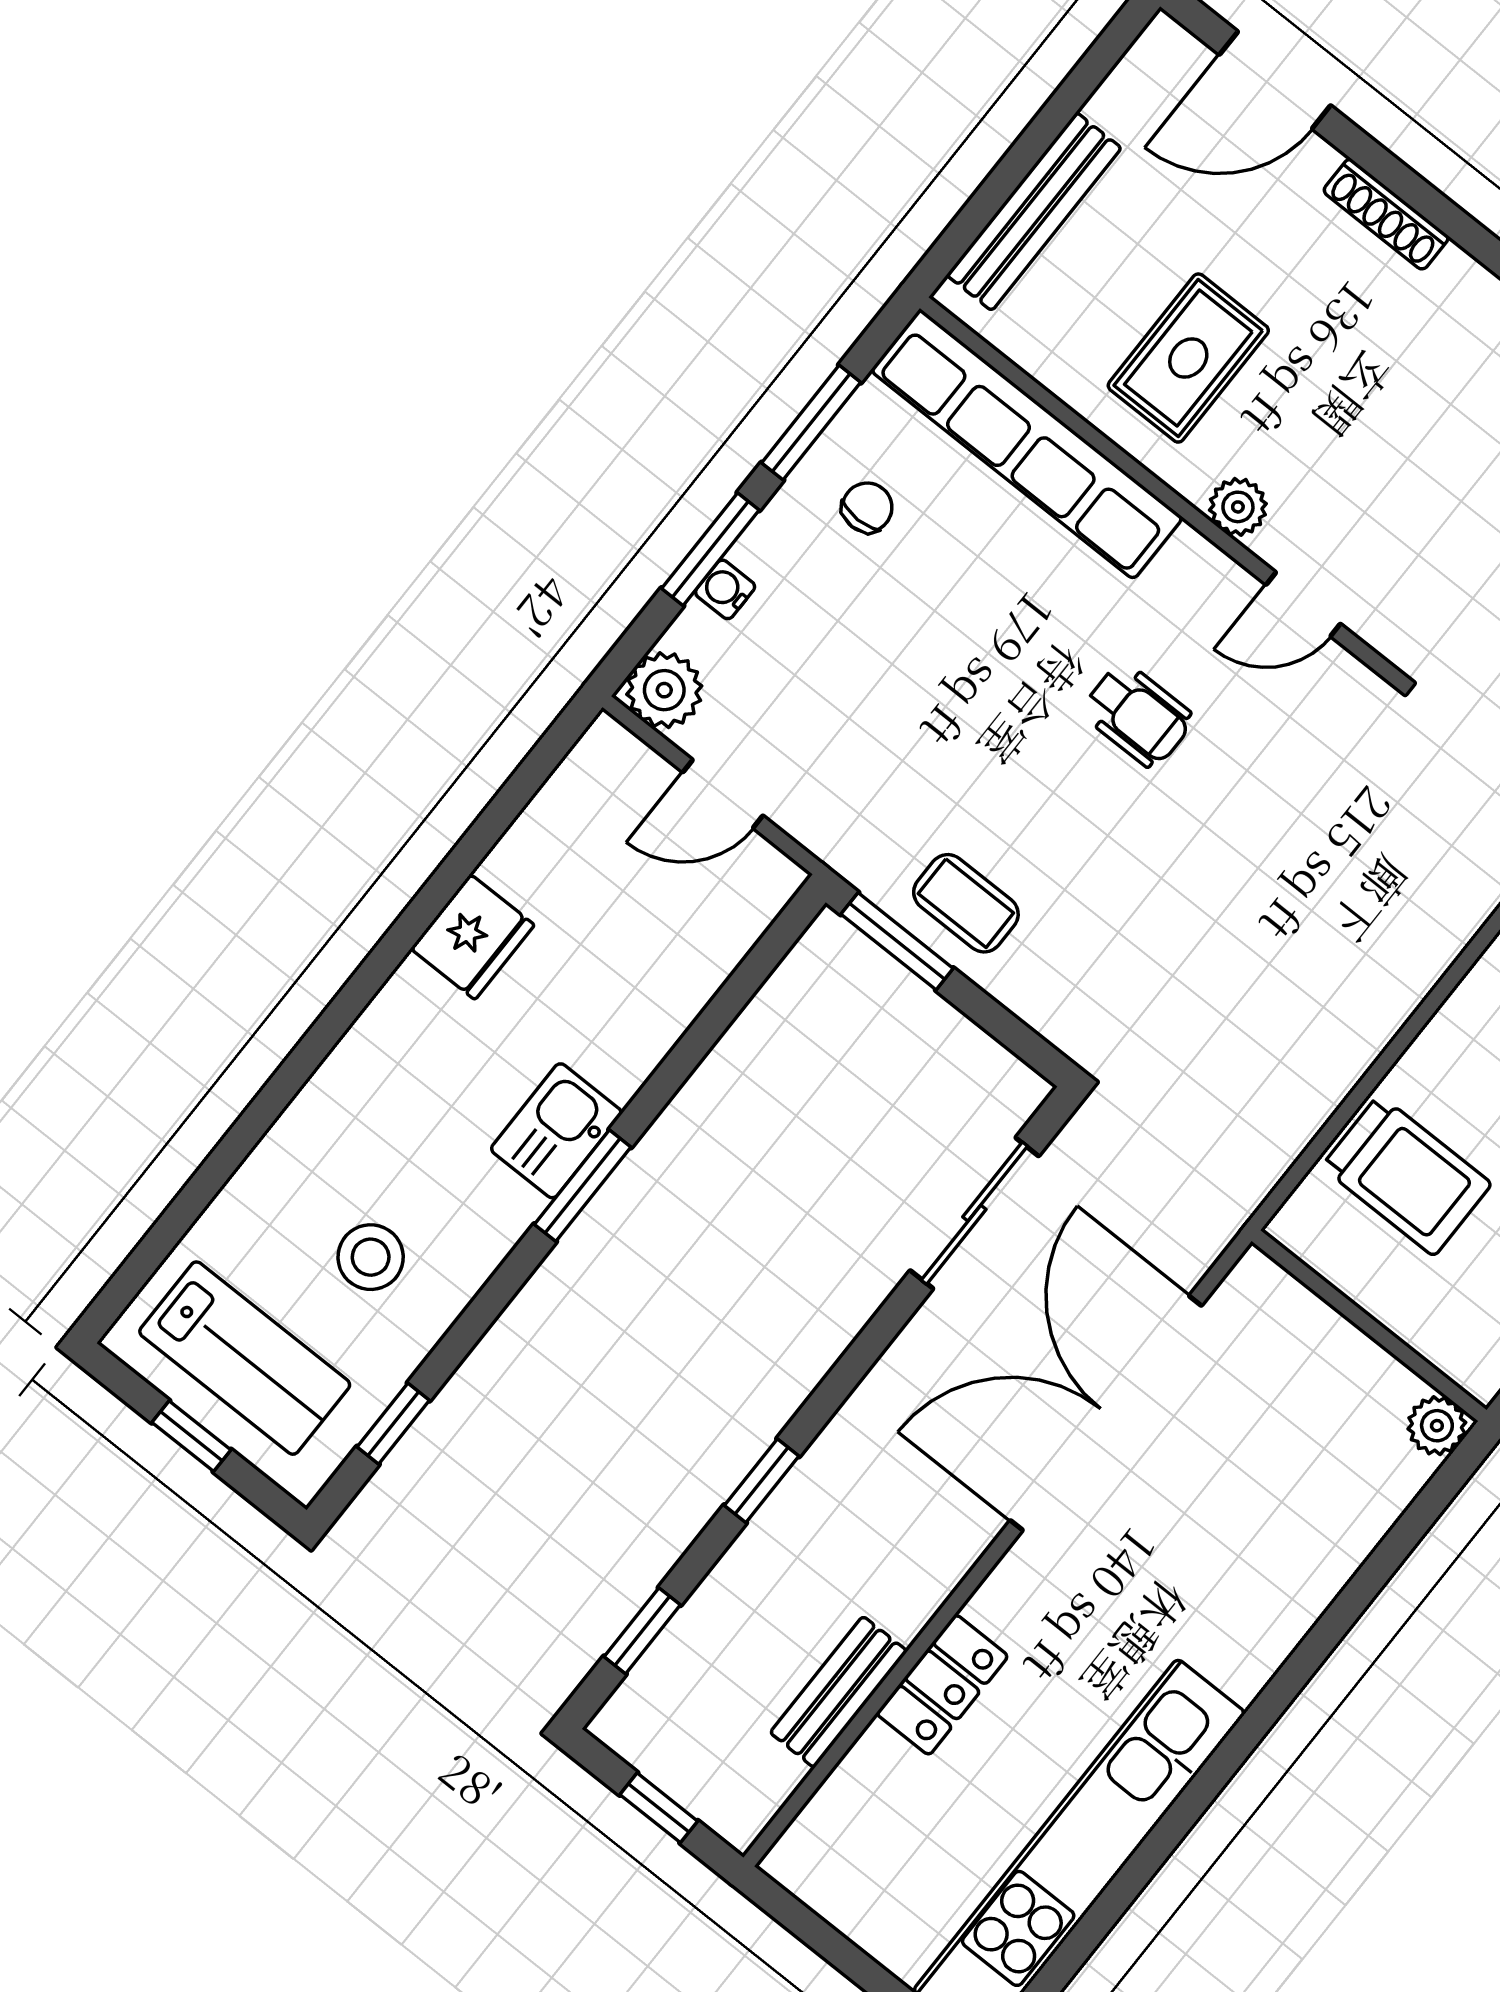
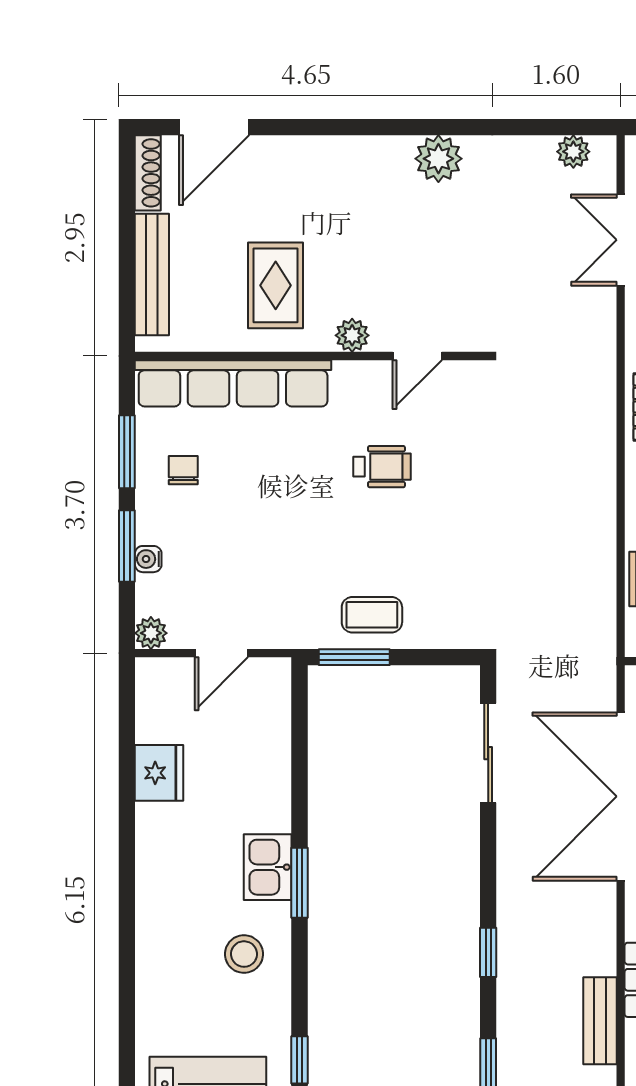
shoe rack: (1386, 214) -> (148, 173), moved, turned -90
plant: (664, 690) -> (151, 633), width x0.73, depth x0.73
fridge: (473, 937) -> (159, 773), moved
stool: (371, 1257) -> (244, 954), moved

